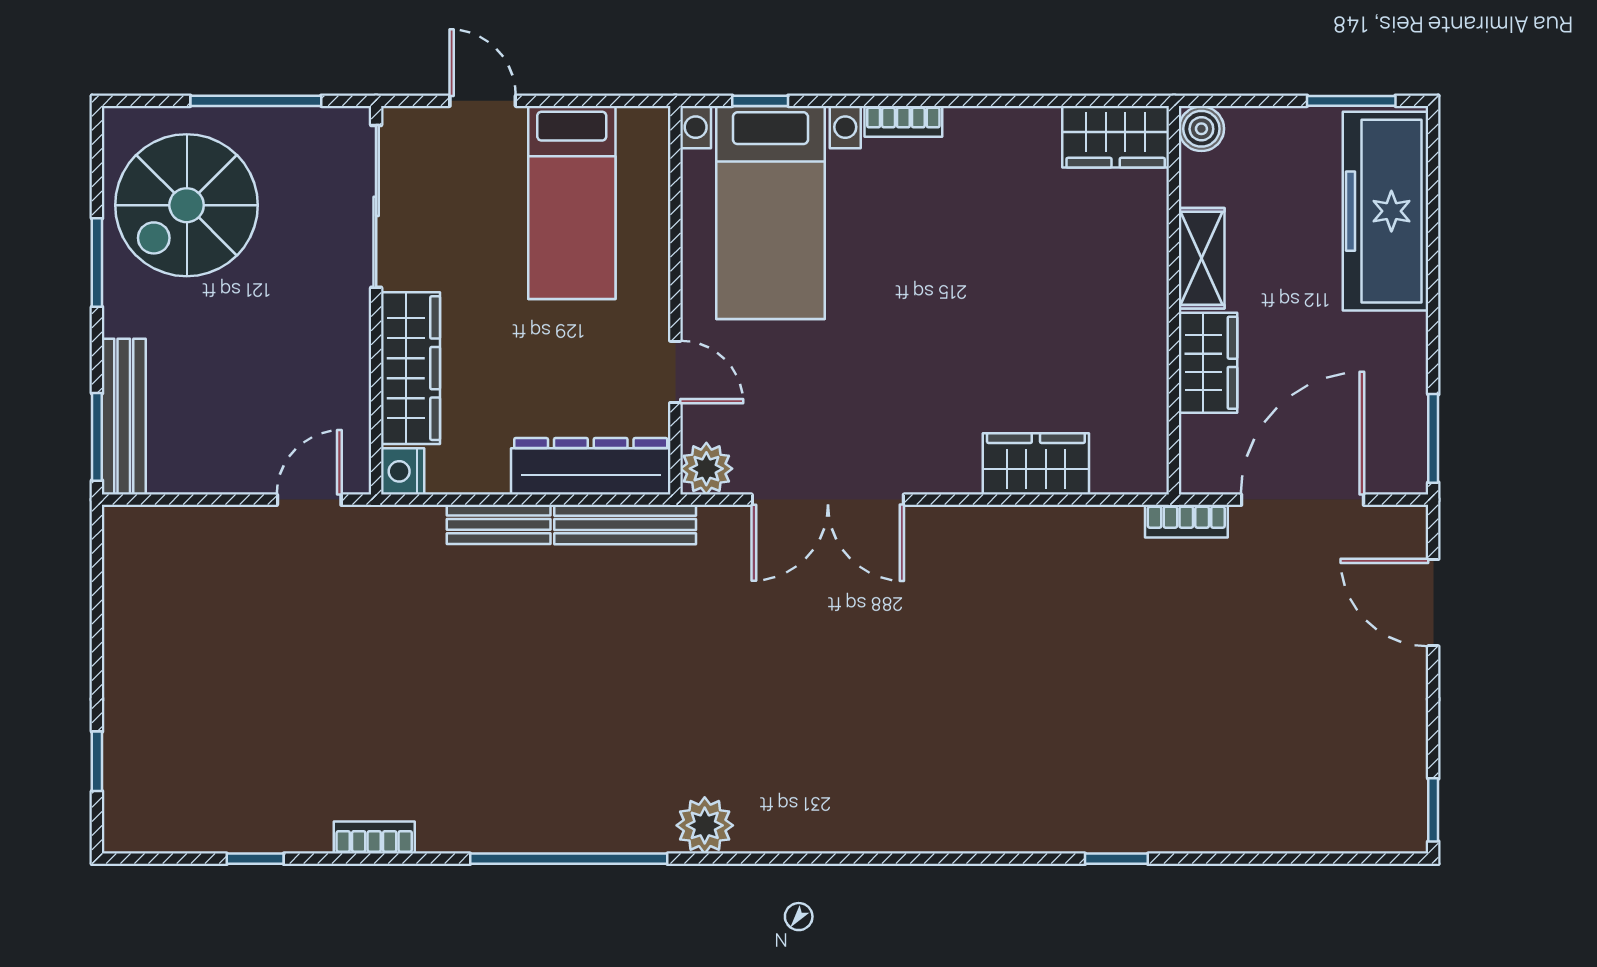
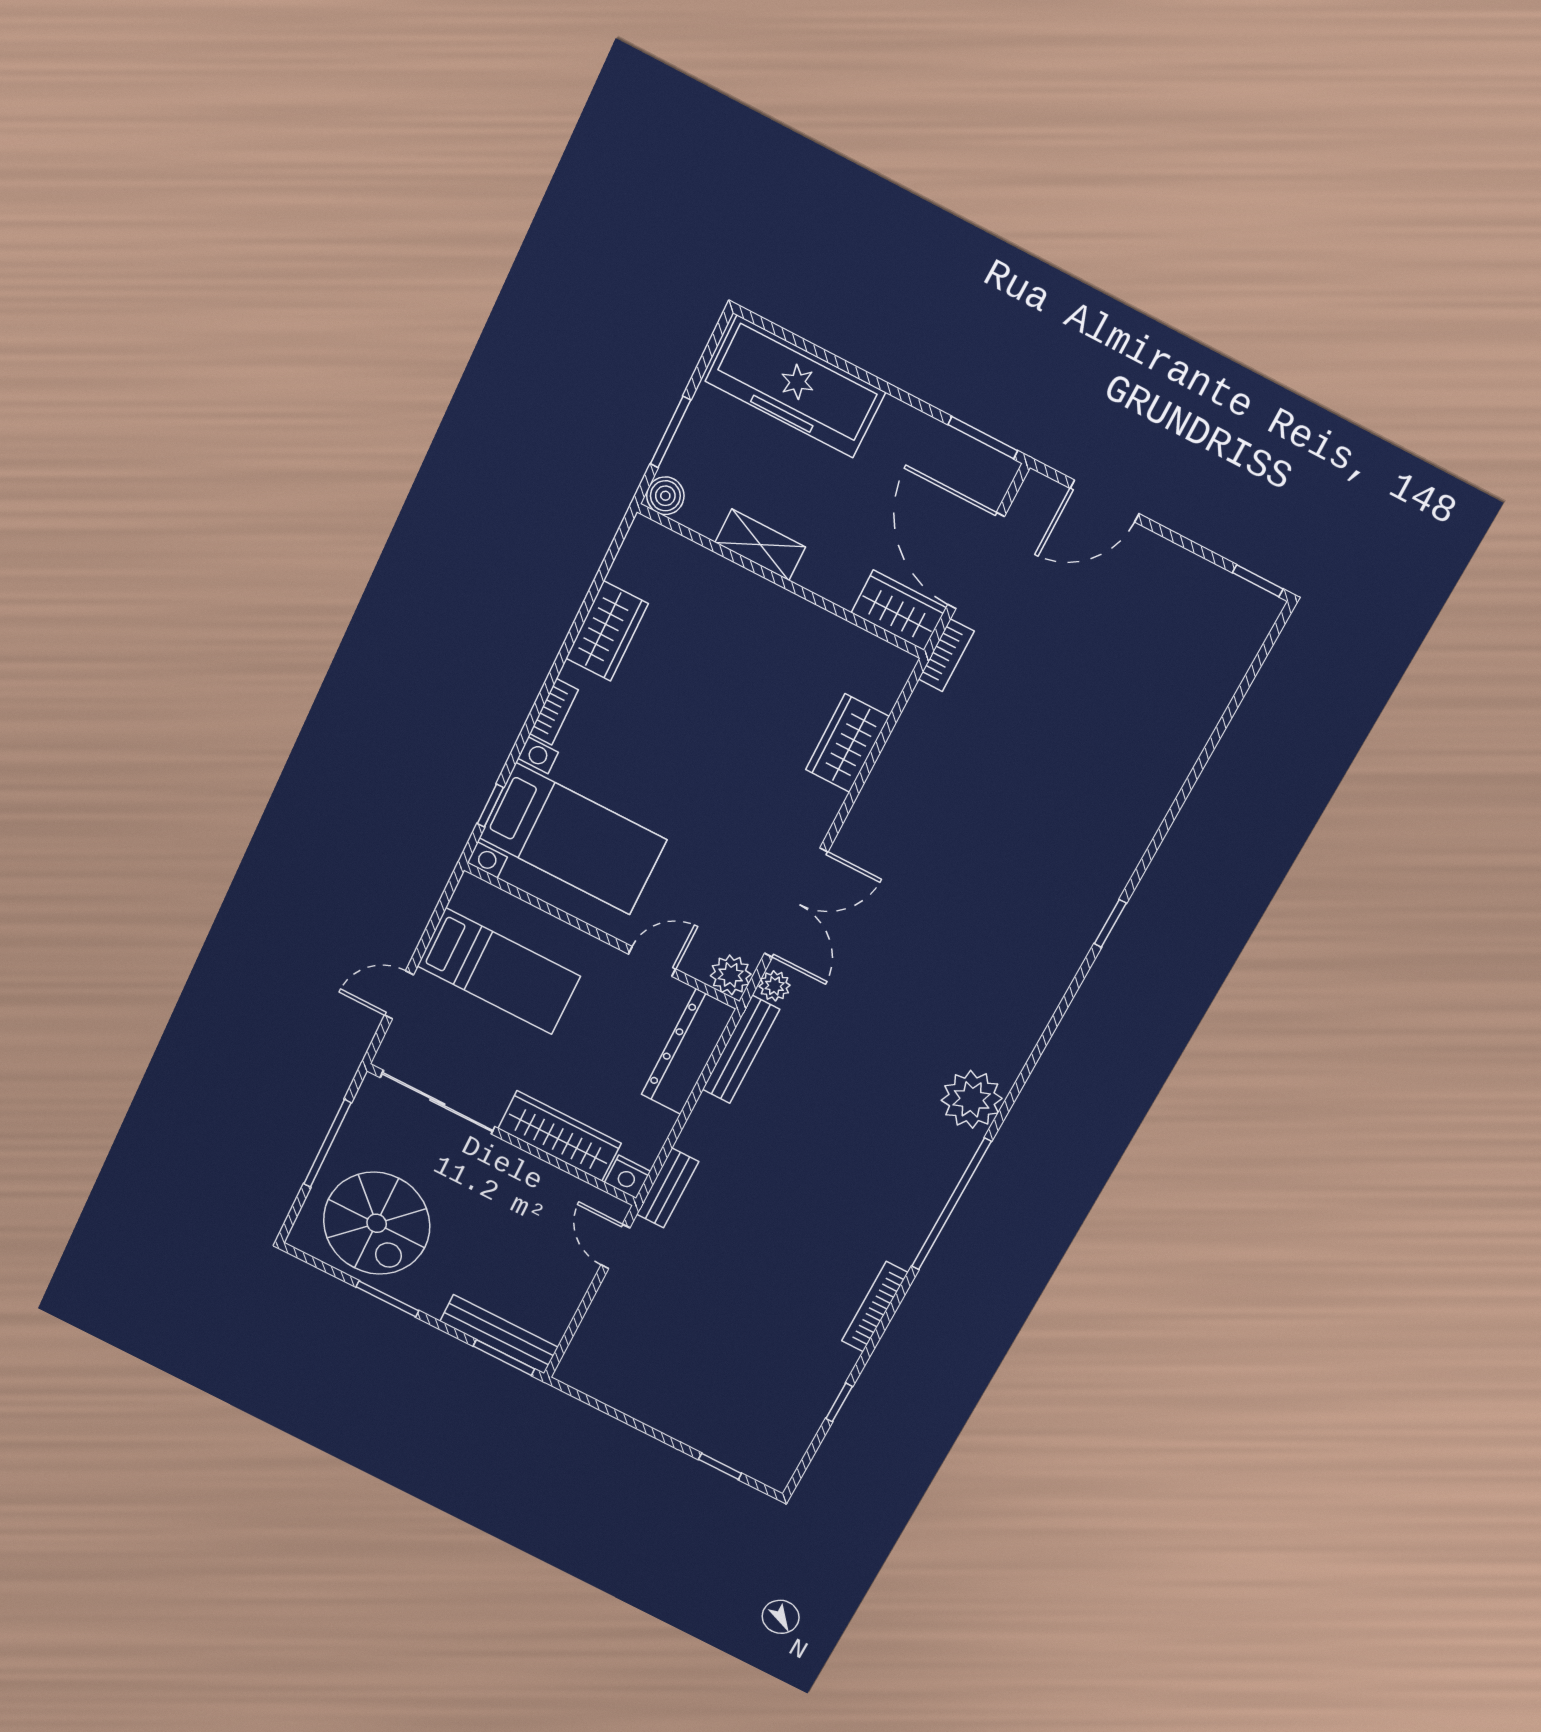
window: (1351, 101) -> (670, 432), moved
wardrobe: (1116, 137) -> (607, 631), moved
wardrobe: (1208, 363) -> (899, 610), moved
bench: (499, 524) -> (668, 1188), moved
plant: (720, 525) -> (775, 986), added
plant: (705, 825) -> (972, 1099), width x1.36, depth x1.36
bookcase: (374, 838) -> (875, 1307), width x1.56
window: (1116, 859) -> (1110, 923), moved

